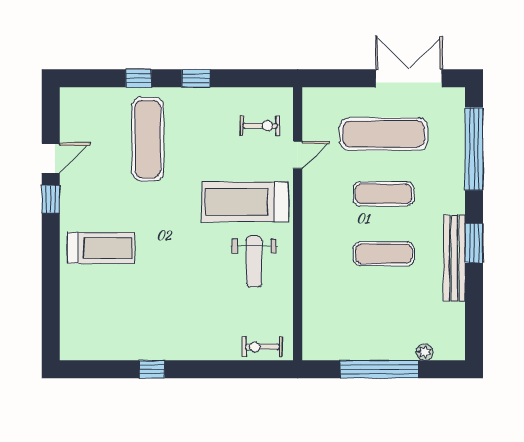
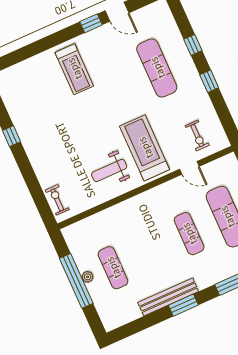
exercise mat: (148, 139) -> (157, 68), turned 90
exercise mat: (384, 254) -> (113, 268), moved
plant: (425, 352) -> (88, 277), moved

